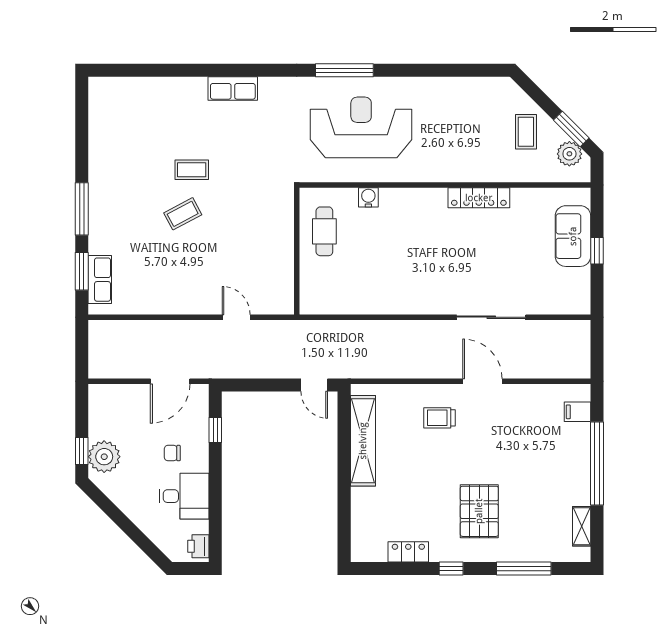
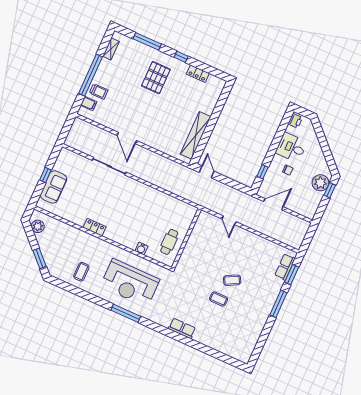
window: (571, 129) -> (39, 258), moved
coffee table: (526, 132) -> (81, 272), moved
locker: (479, 198) -> (95, 227), width x0.66
trolley: (439, 418) -> (99, 92), moved

